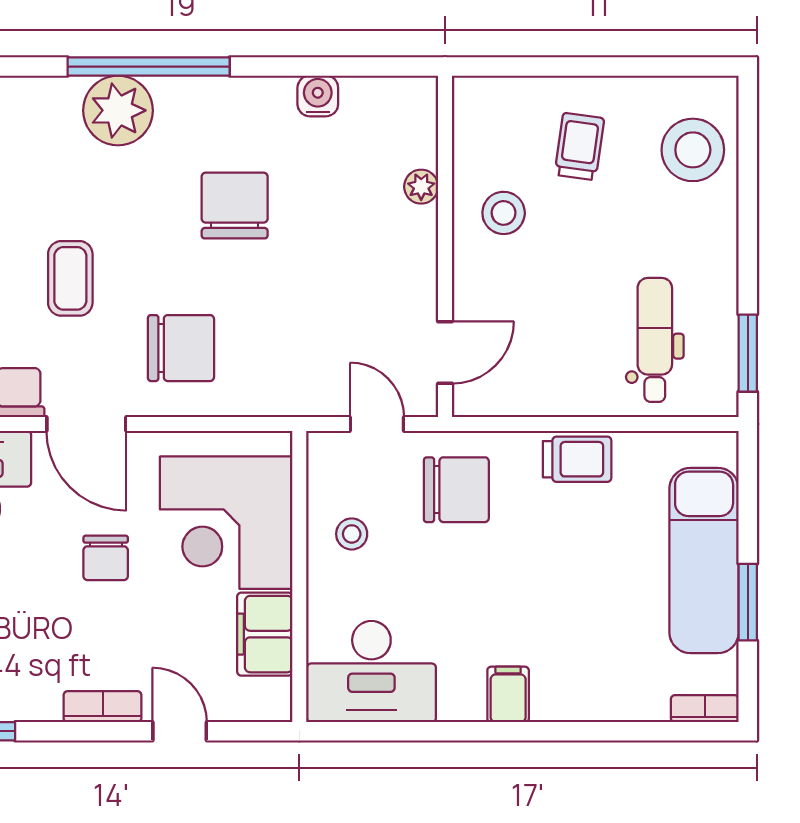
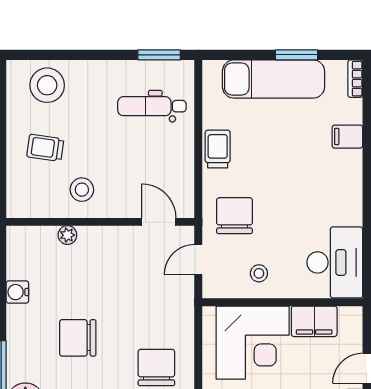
filing cabinet: (508, 694) -> (347, 137), moved

